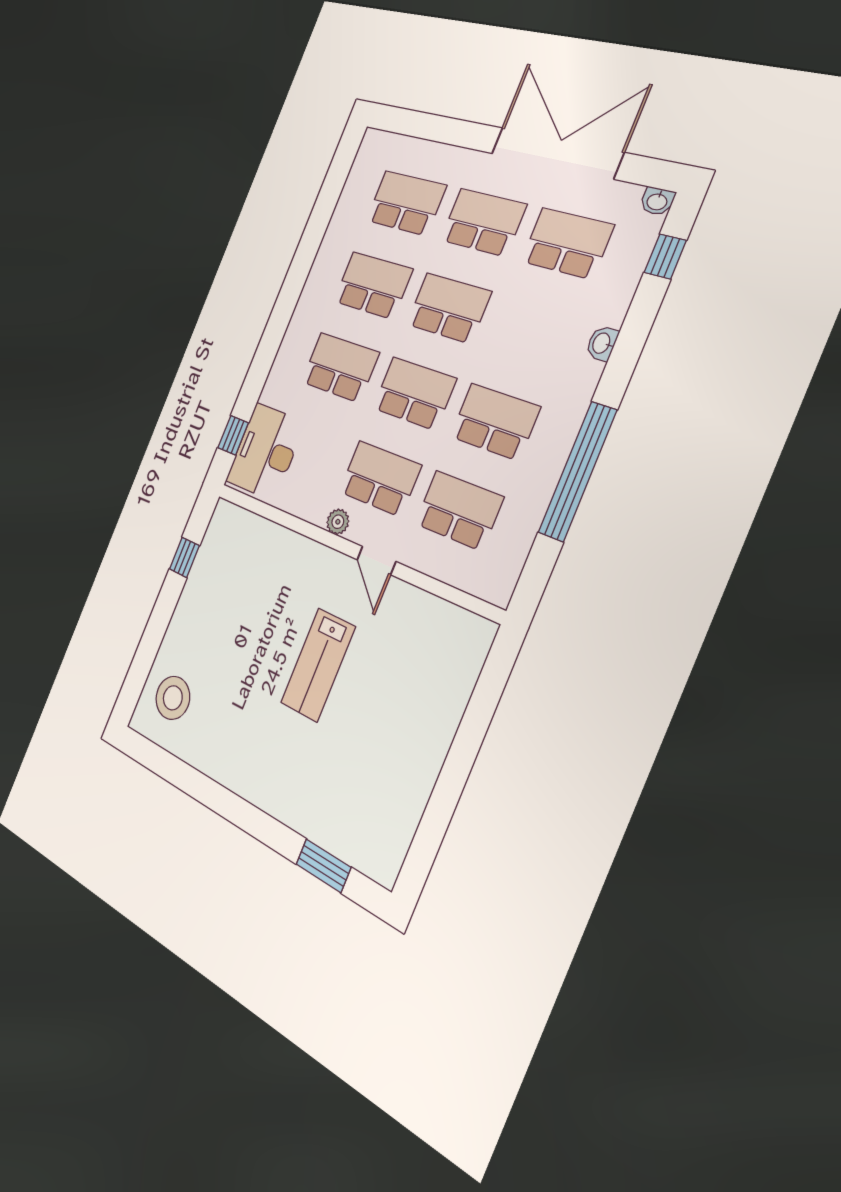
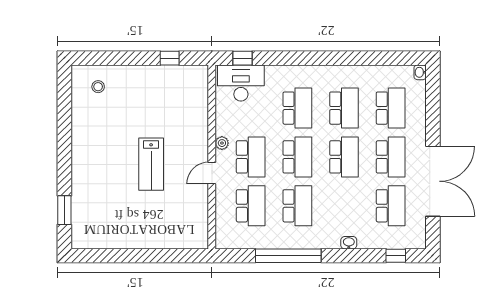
washbasin: (657, 201) -> (420, 72), moved
lab bench: (318, 665) -> (151, 164), turned -90
stool: (173, 698) -> (98, 87), width x0.53, depth x0.53

